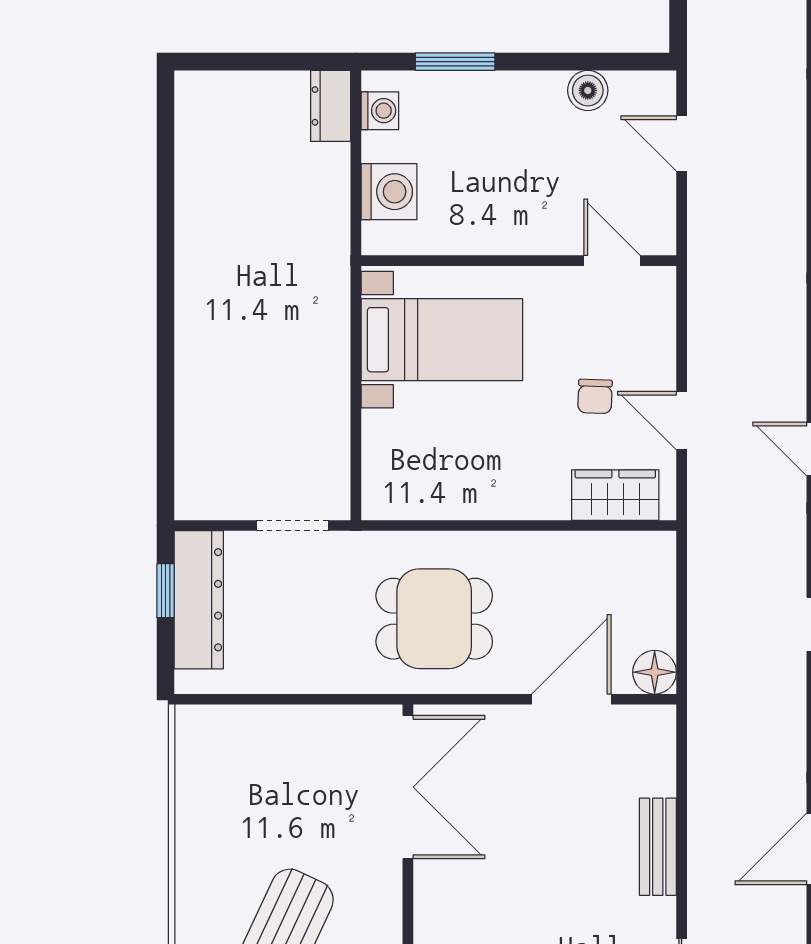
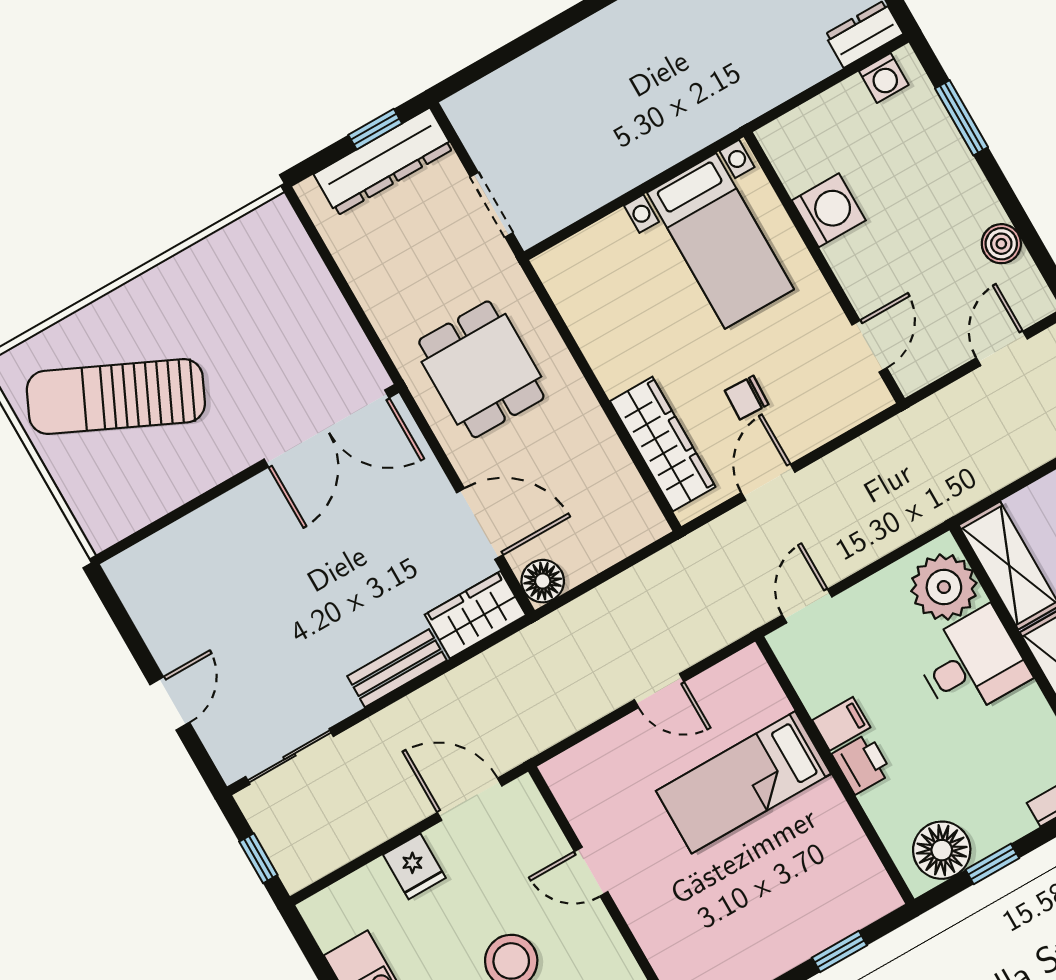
washing machine: (389, 192) -> (829, 210), moved, turned -90
wardrobe: (615, 495) -> (663, 444), width x1.50
wardrobe: (650, 750) -> (475, 615), added

